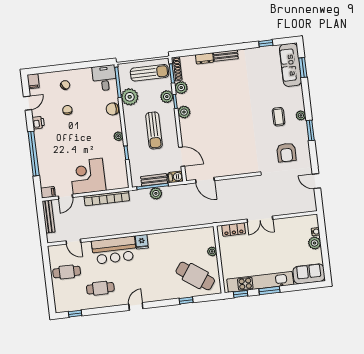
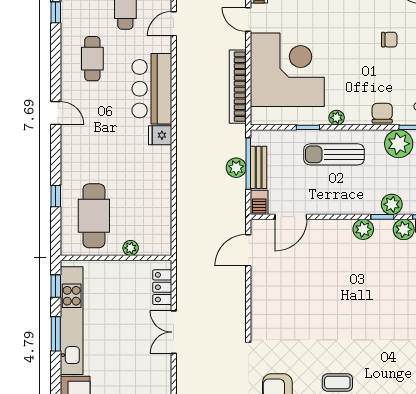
sun lounger: (154, 130) -> (334, 154), moved
corner desk: (88, 176) -> (287, 70), width x1.36, depth x1.36
cafe table: (195, 276) -> (94, 216), turned -35

